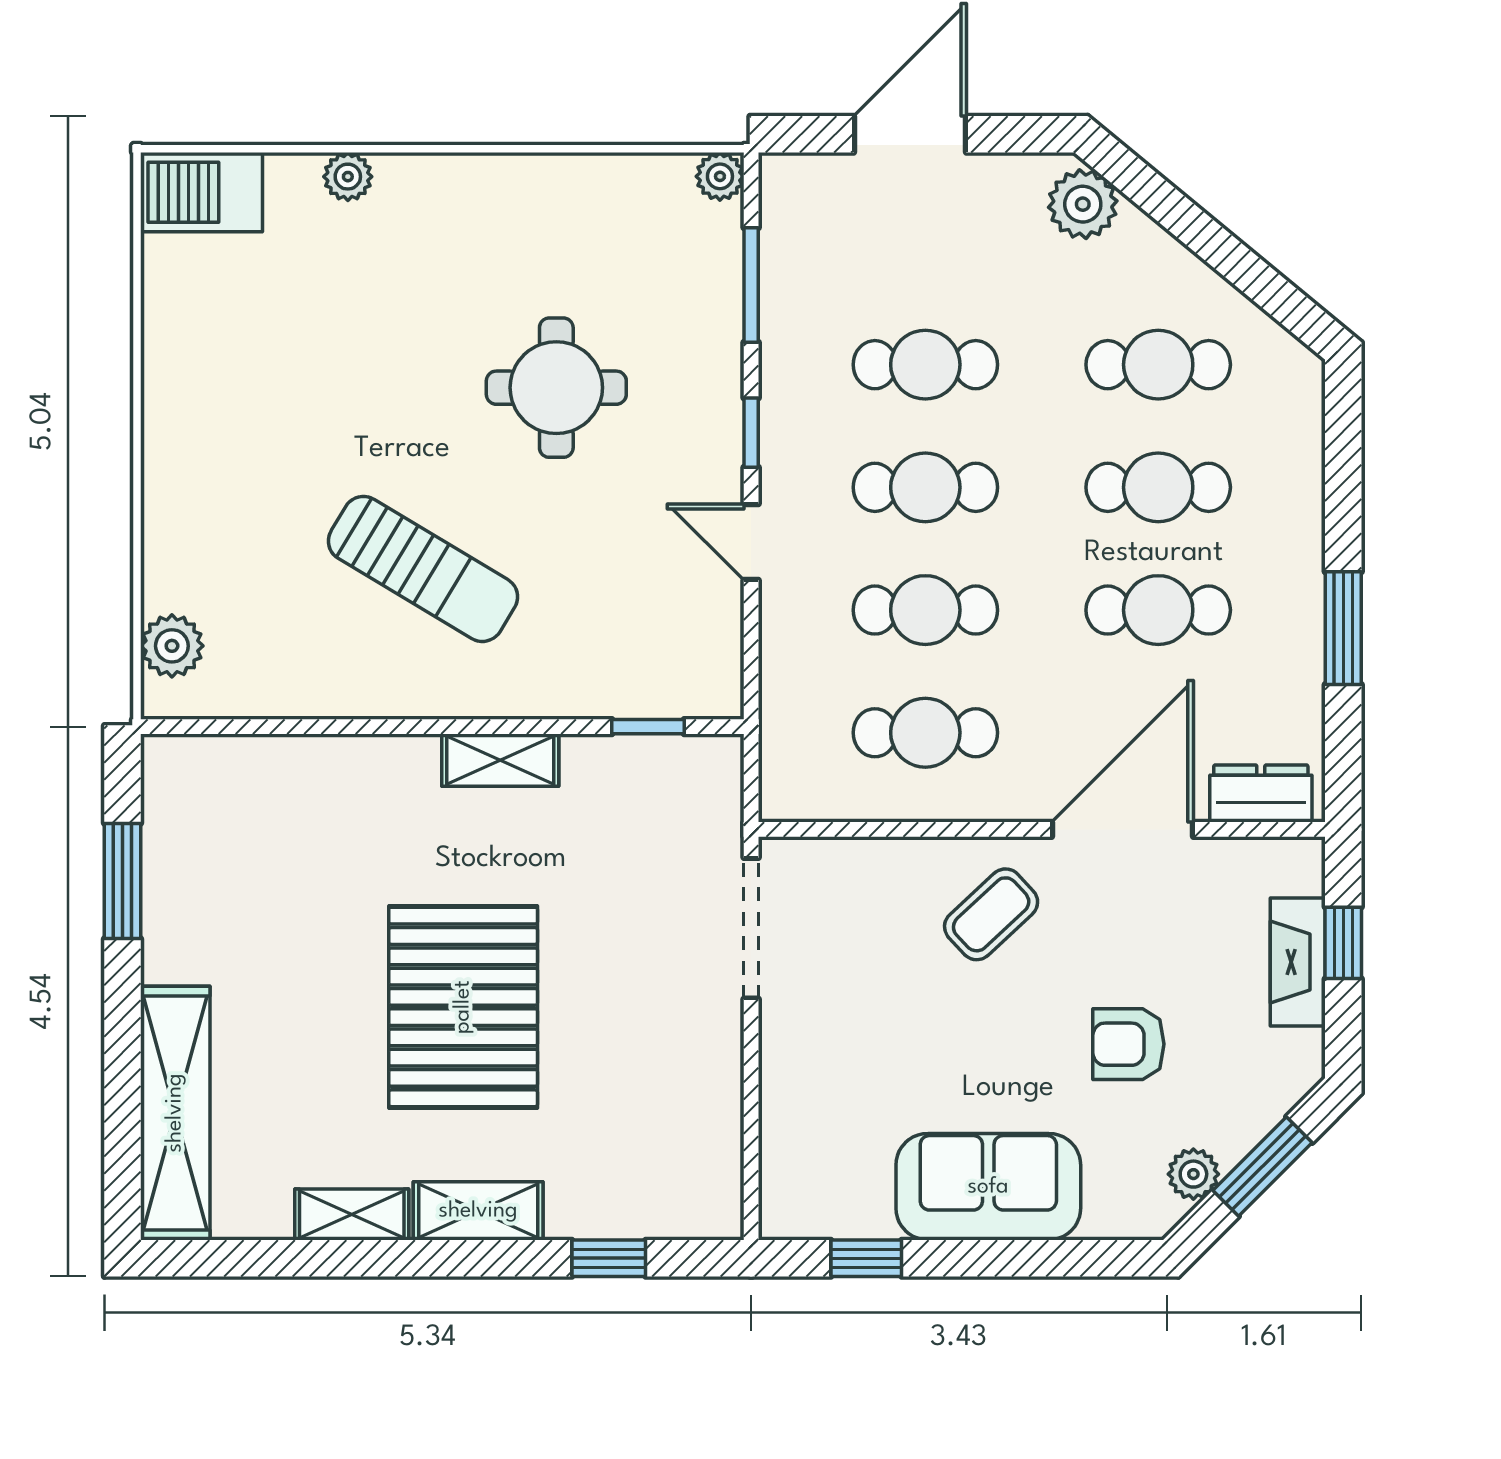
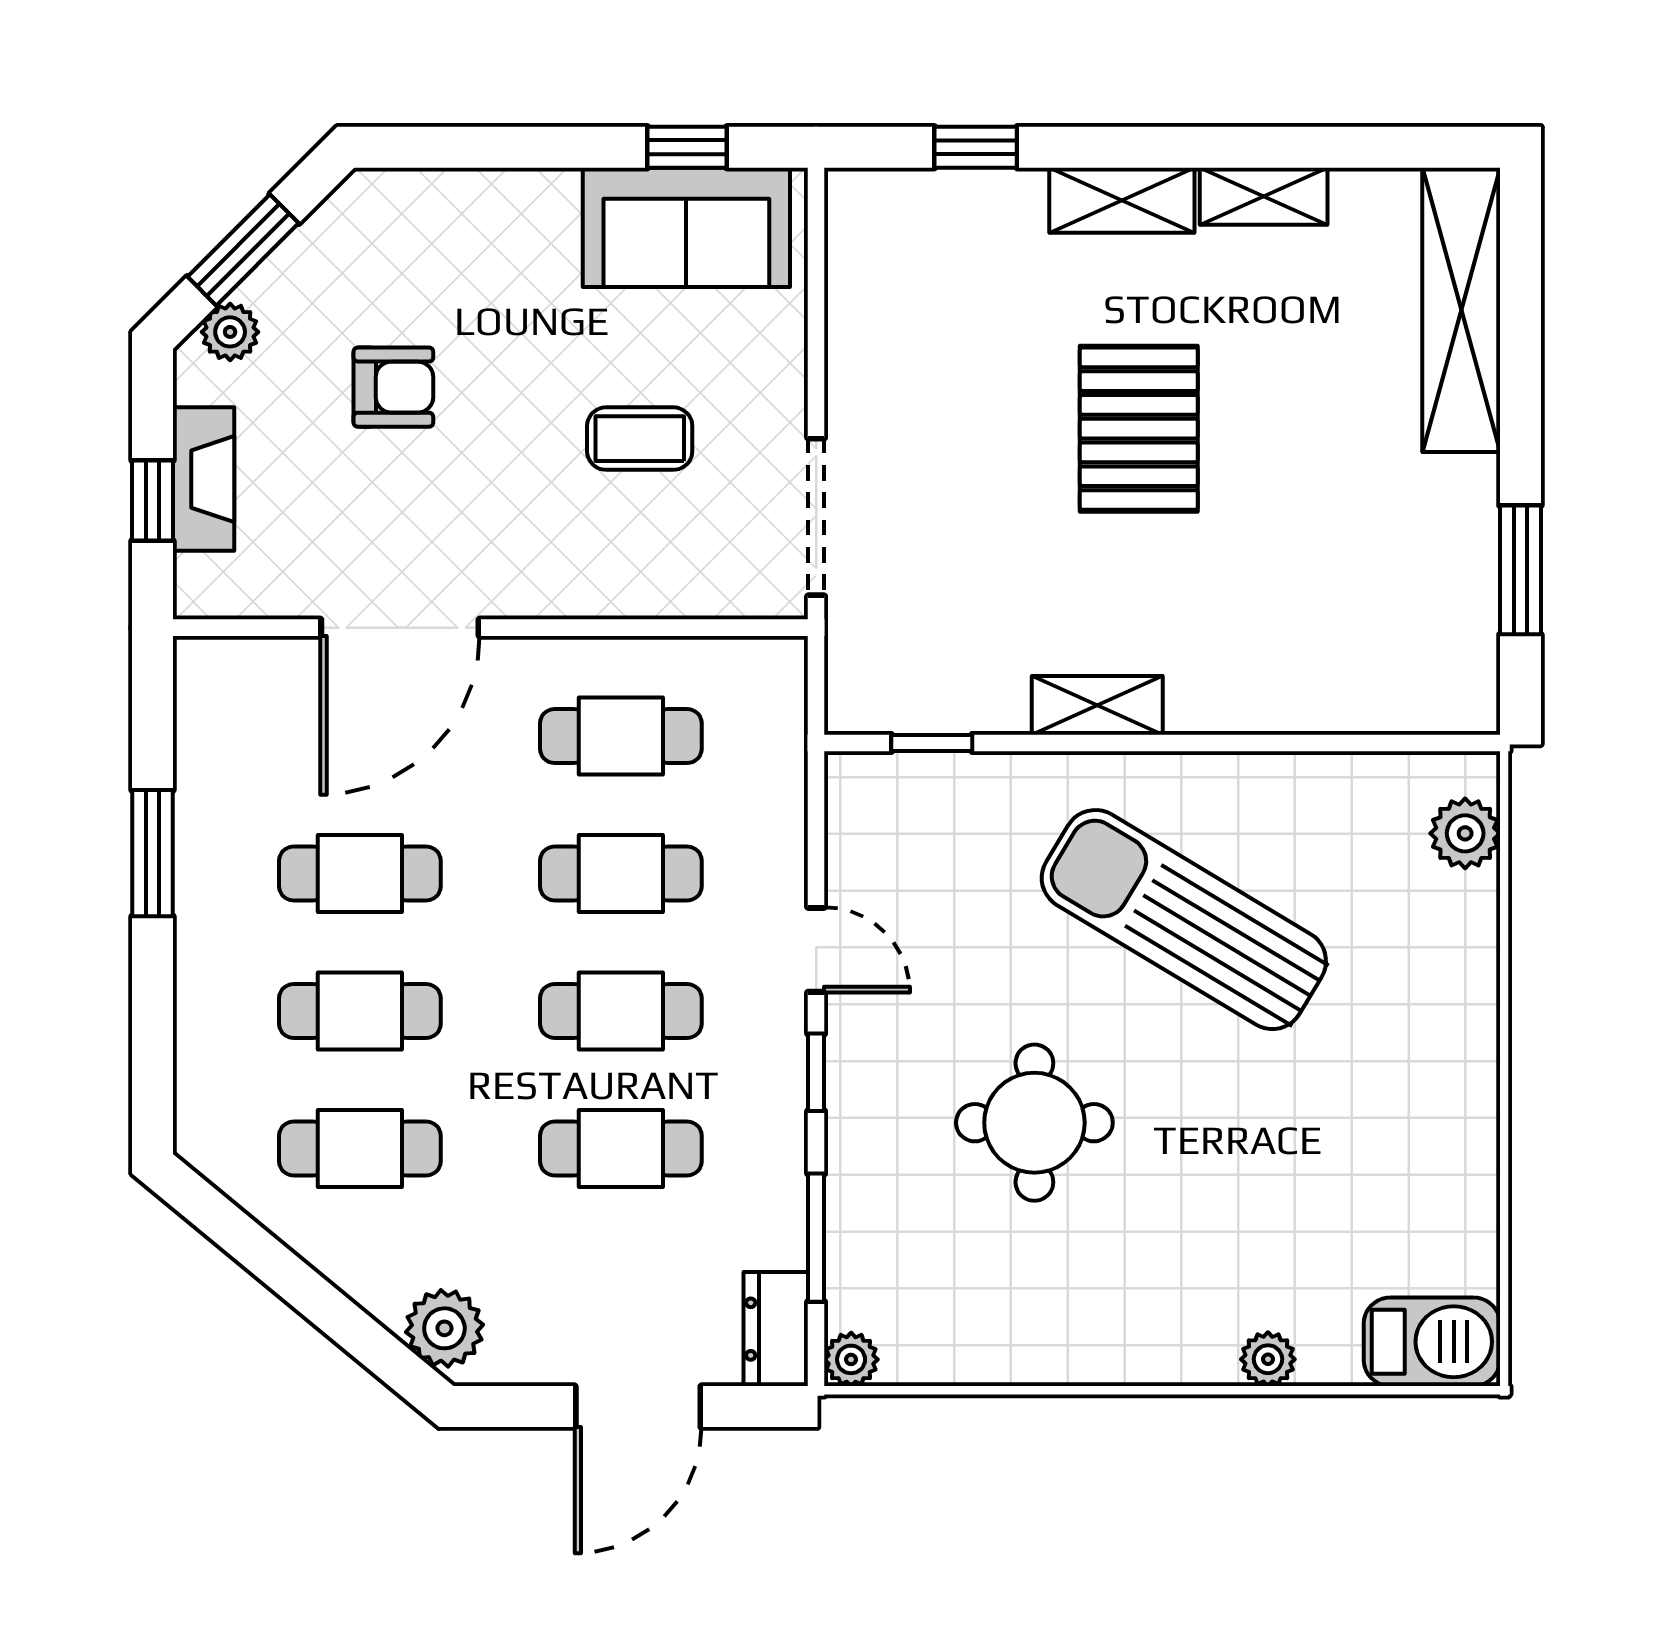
sun lounger: (423, 569) -> (1184, 920), width x1.36, depth x1.34
dresser: (1261, 794) -> (776, 1329), moved, turned 90
coffee table: (991, 914) -> (640, 439), moved, turned 43
pallet: (463, 1007) -> (1139, 429), width x0.73, depth x0.71
plant: (1193, 1174) -> (230, 332), moved
sofa: (988, 1187) -> (686, 227), moved

